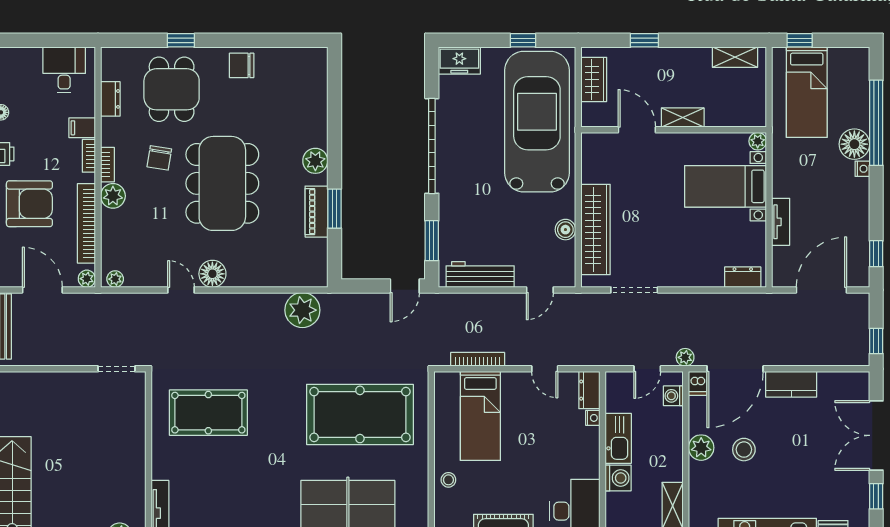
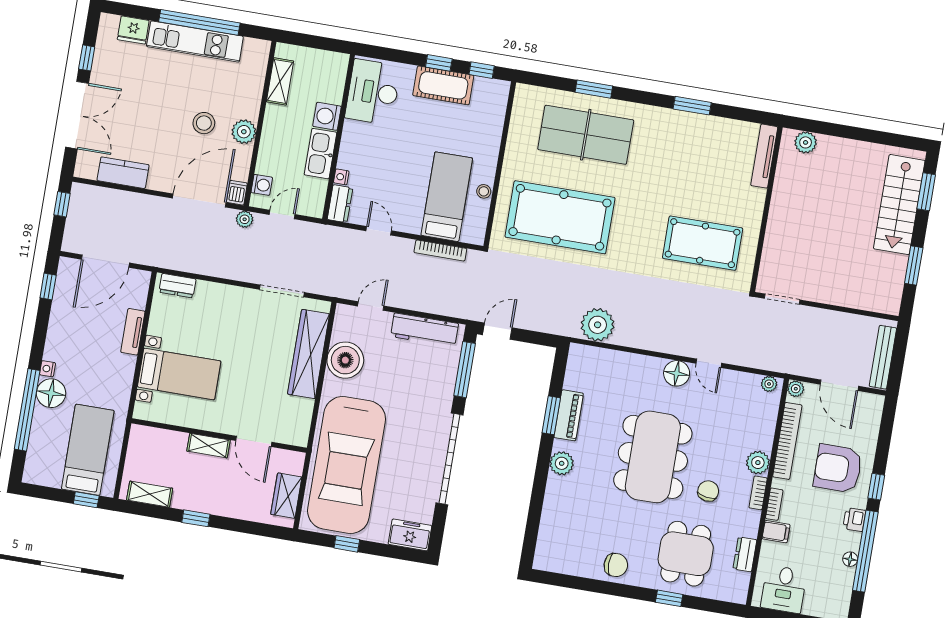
window: (644, 40) -> (196, 518), moved
plant: (758, 141) -> (142, 411), removed
boiler: (565, 230) -> (345, 360), width x1.86, depth x1.86
window: (432, 241) -> (465, 370), width x1.44
kitchen counter: (791, 384) -> (123, 173), moved
stool: (448, 480) -> (484, 191), moved

